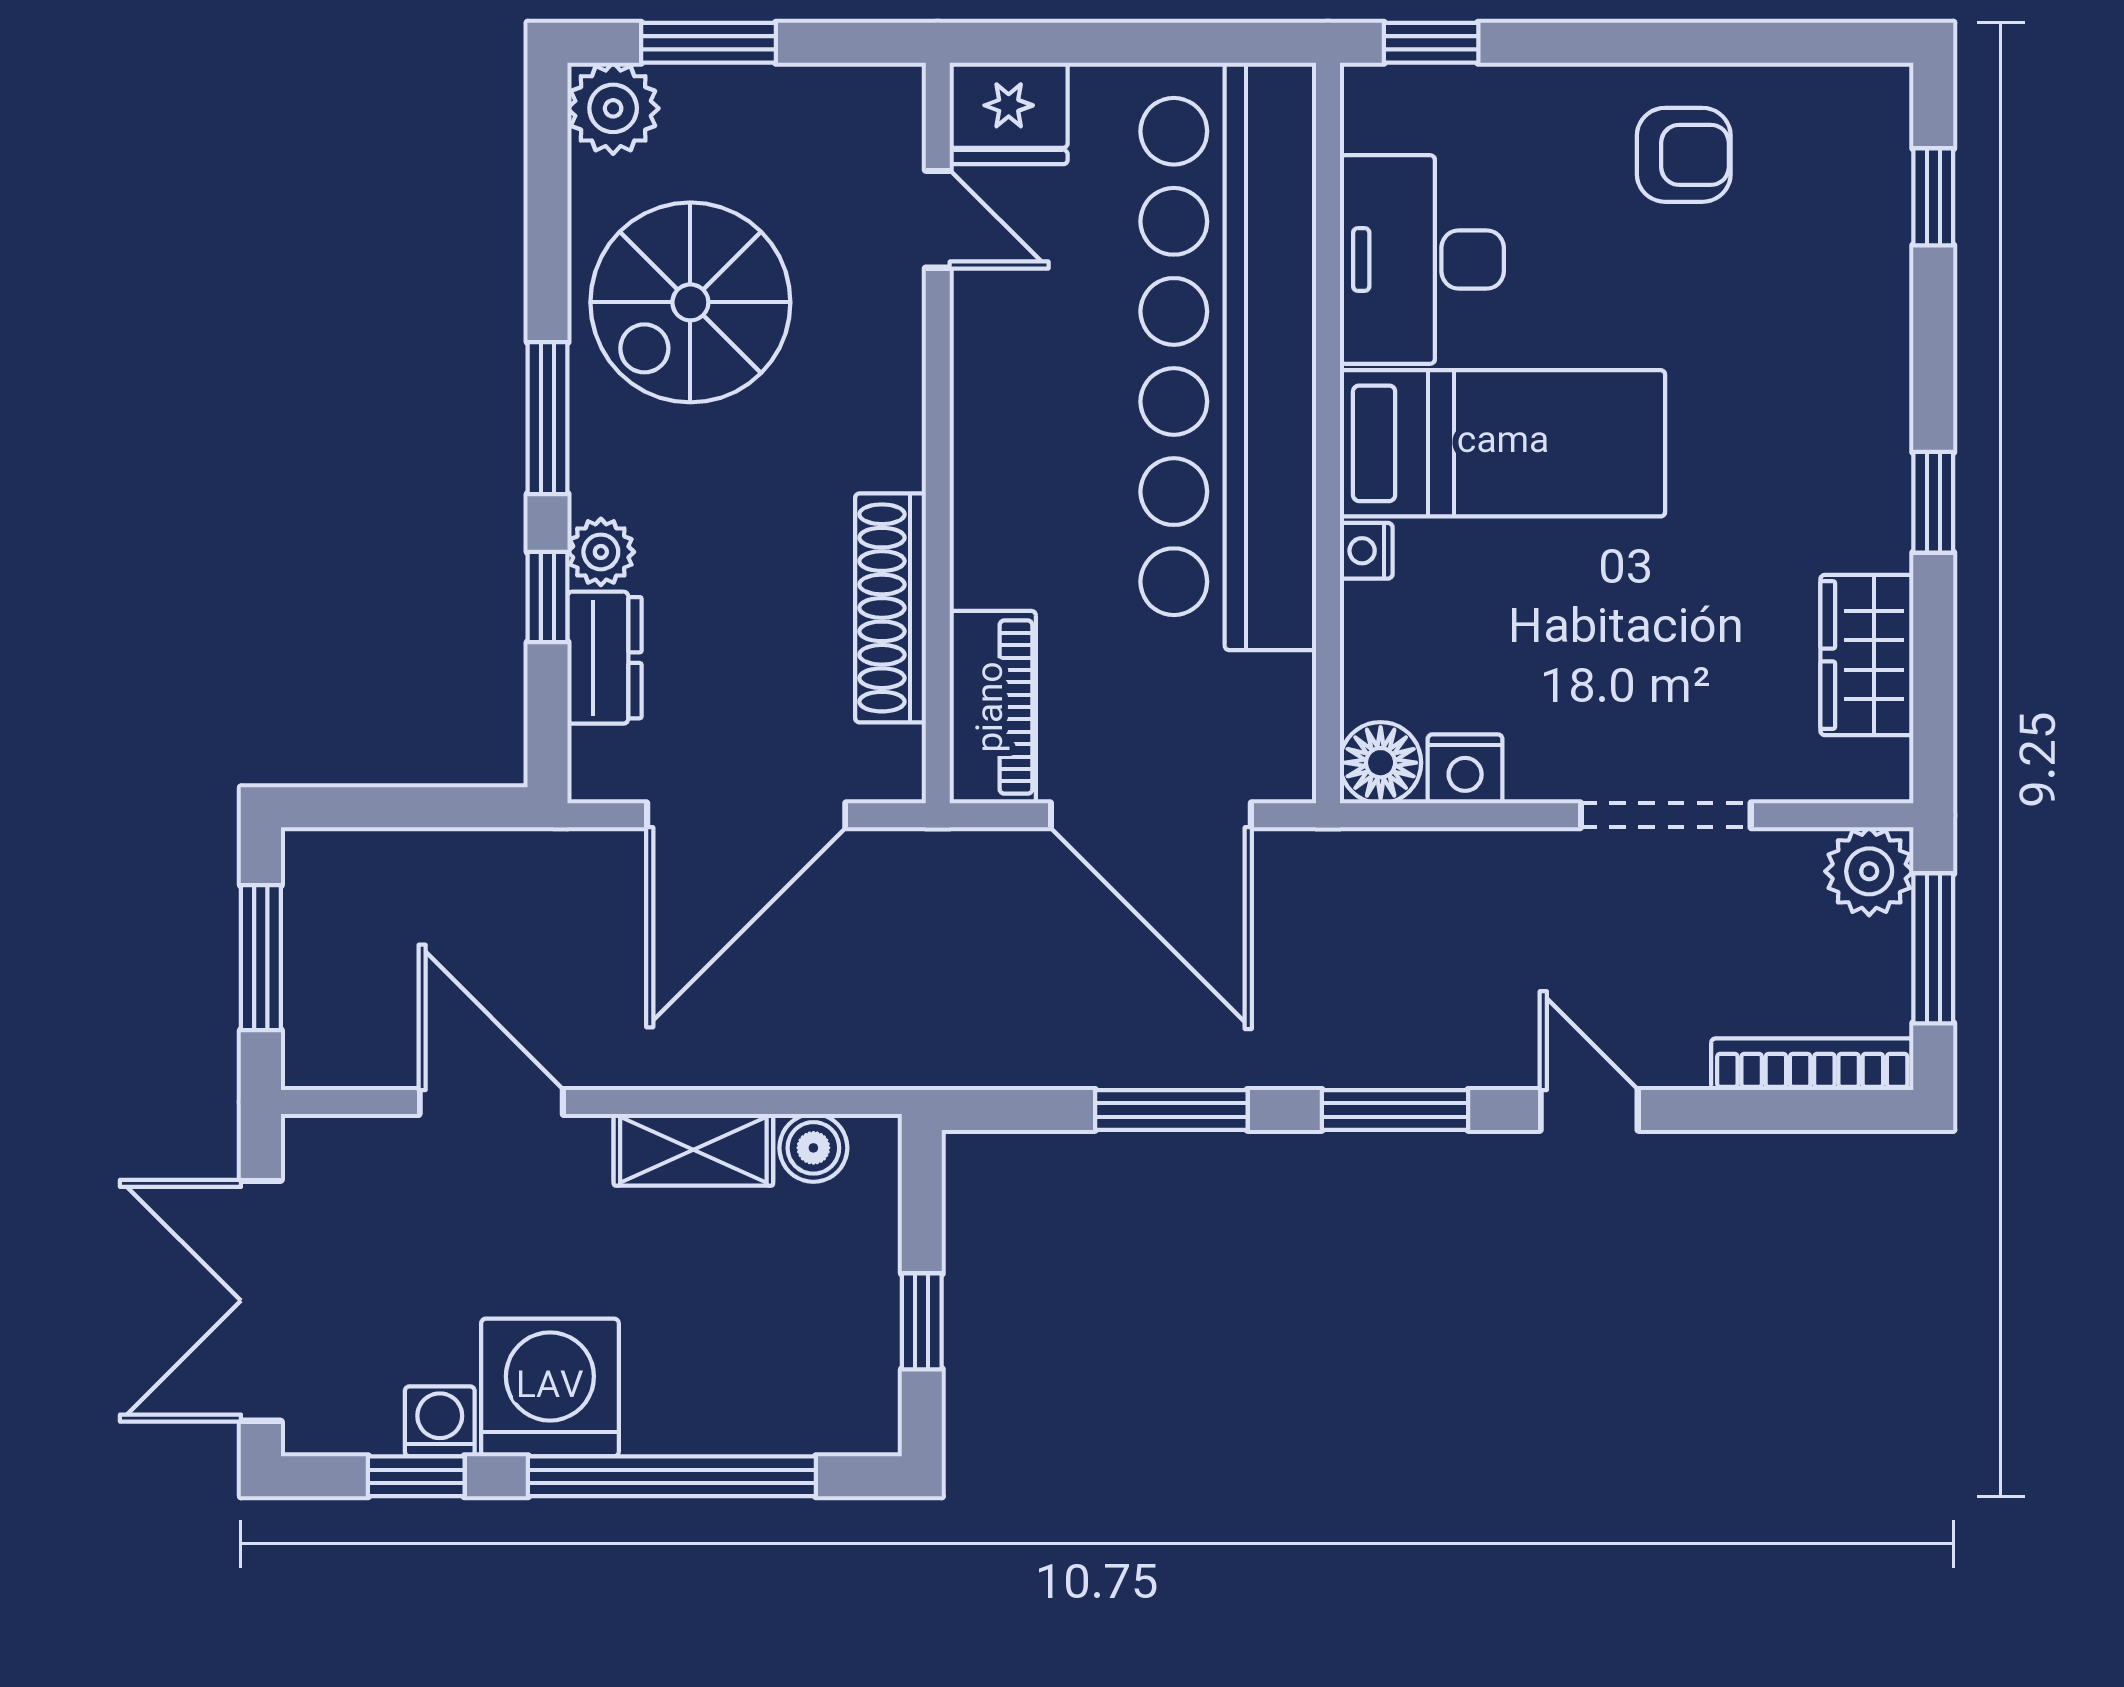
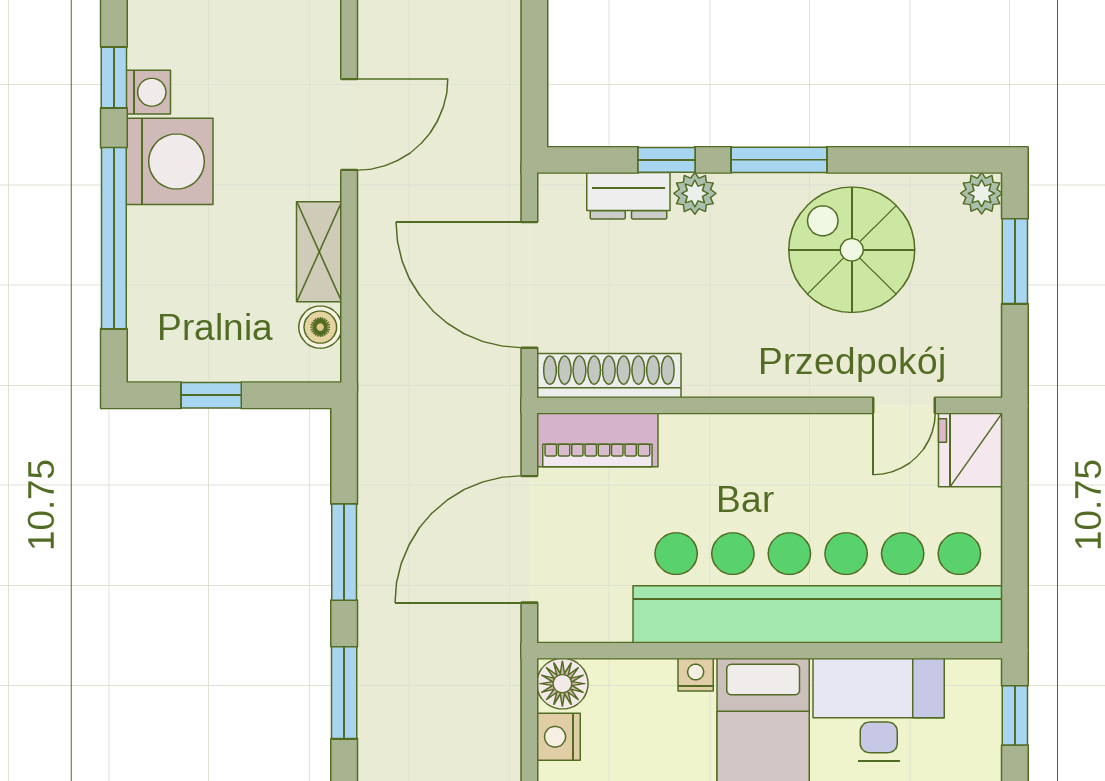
plant: (613, 108) -> (982, 193), width x0.73, depth x0.73
shoe rack: (890, 608) -> (609, 376), moved

